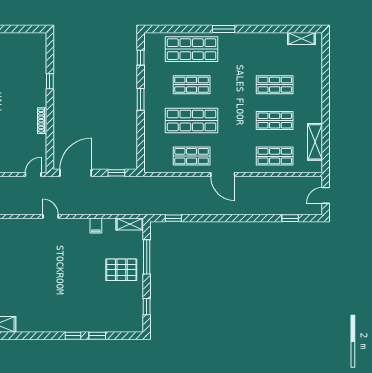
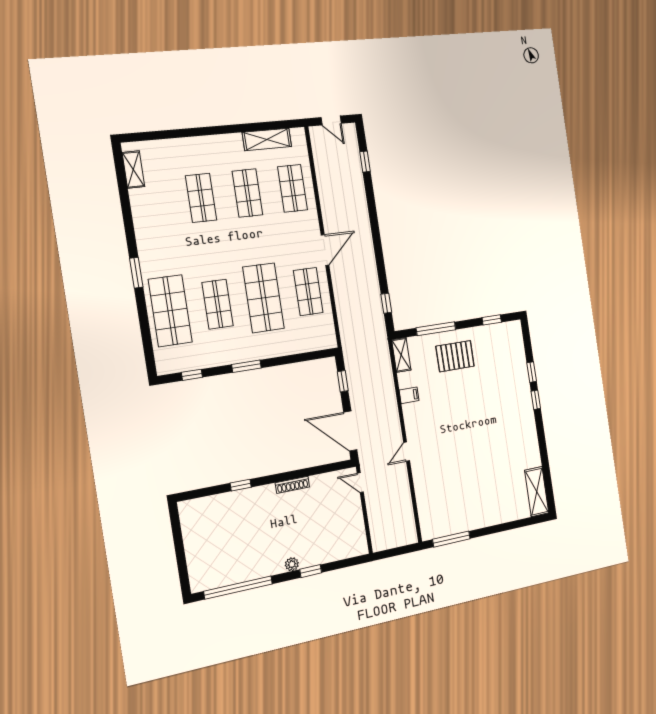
pallet: (121, 270) -> (455, 356), turned 90

